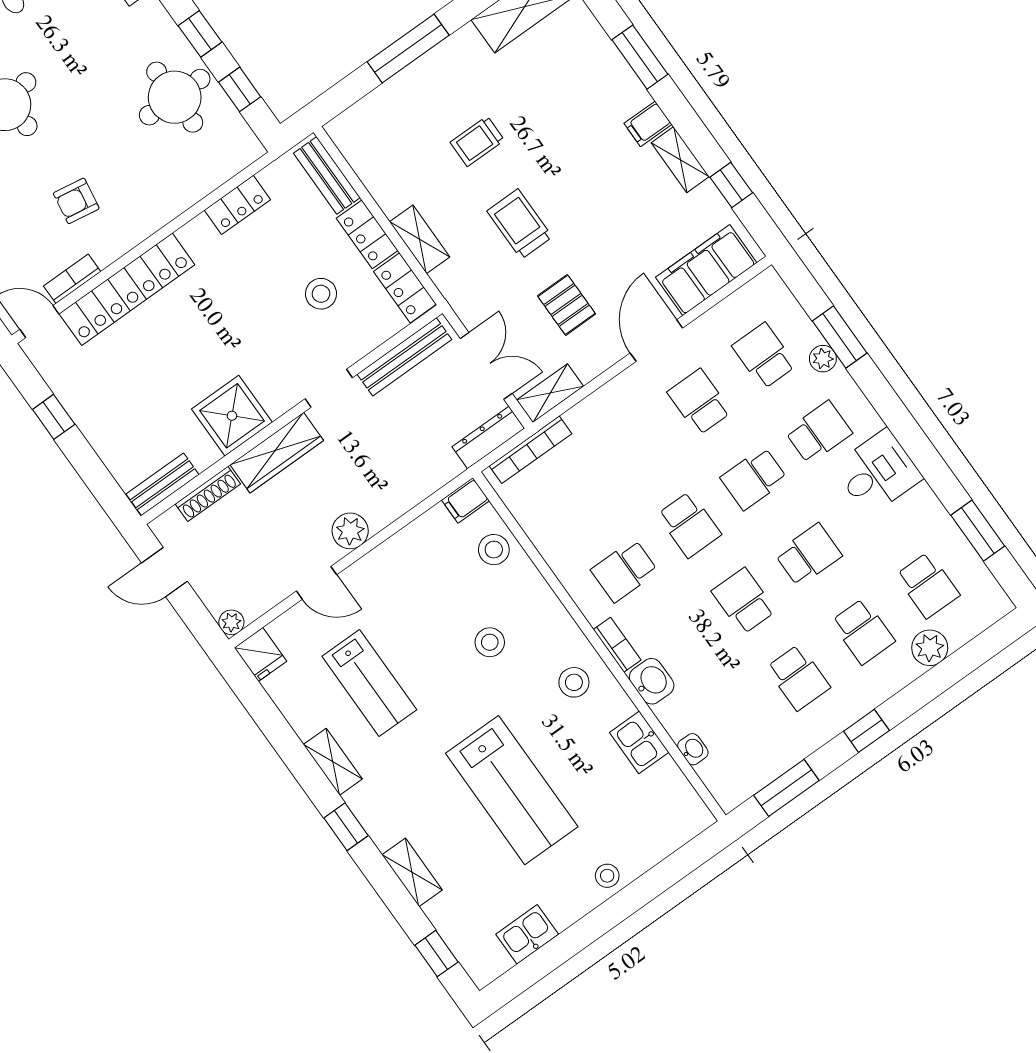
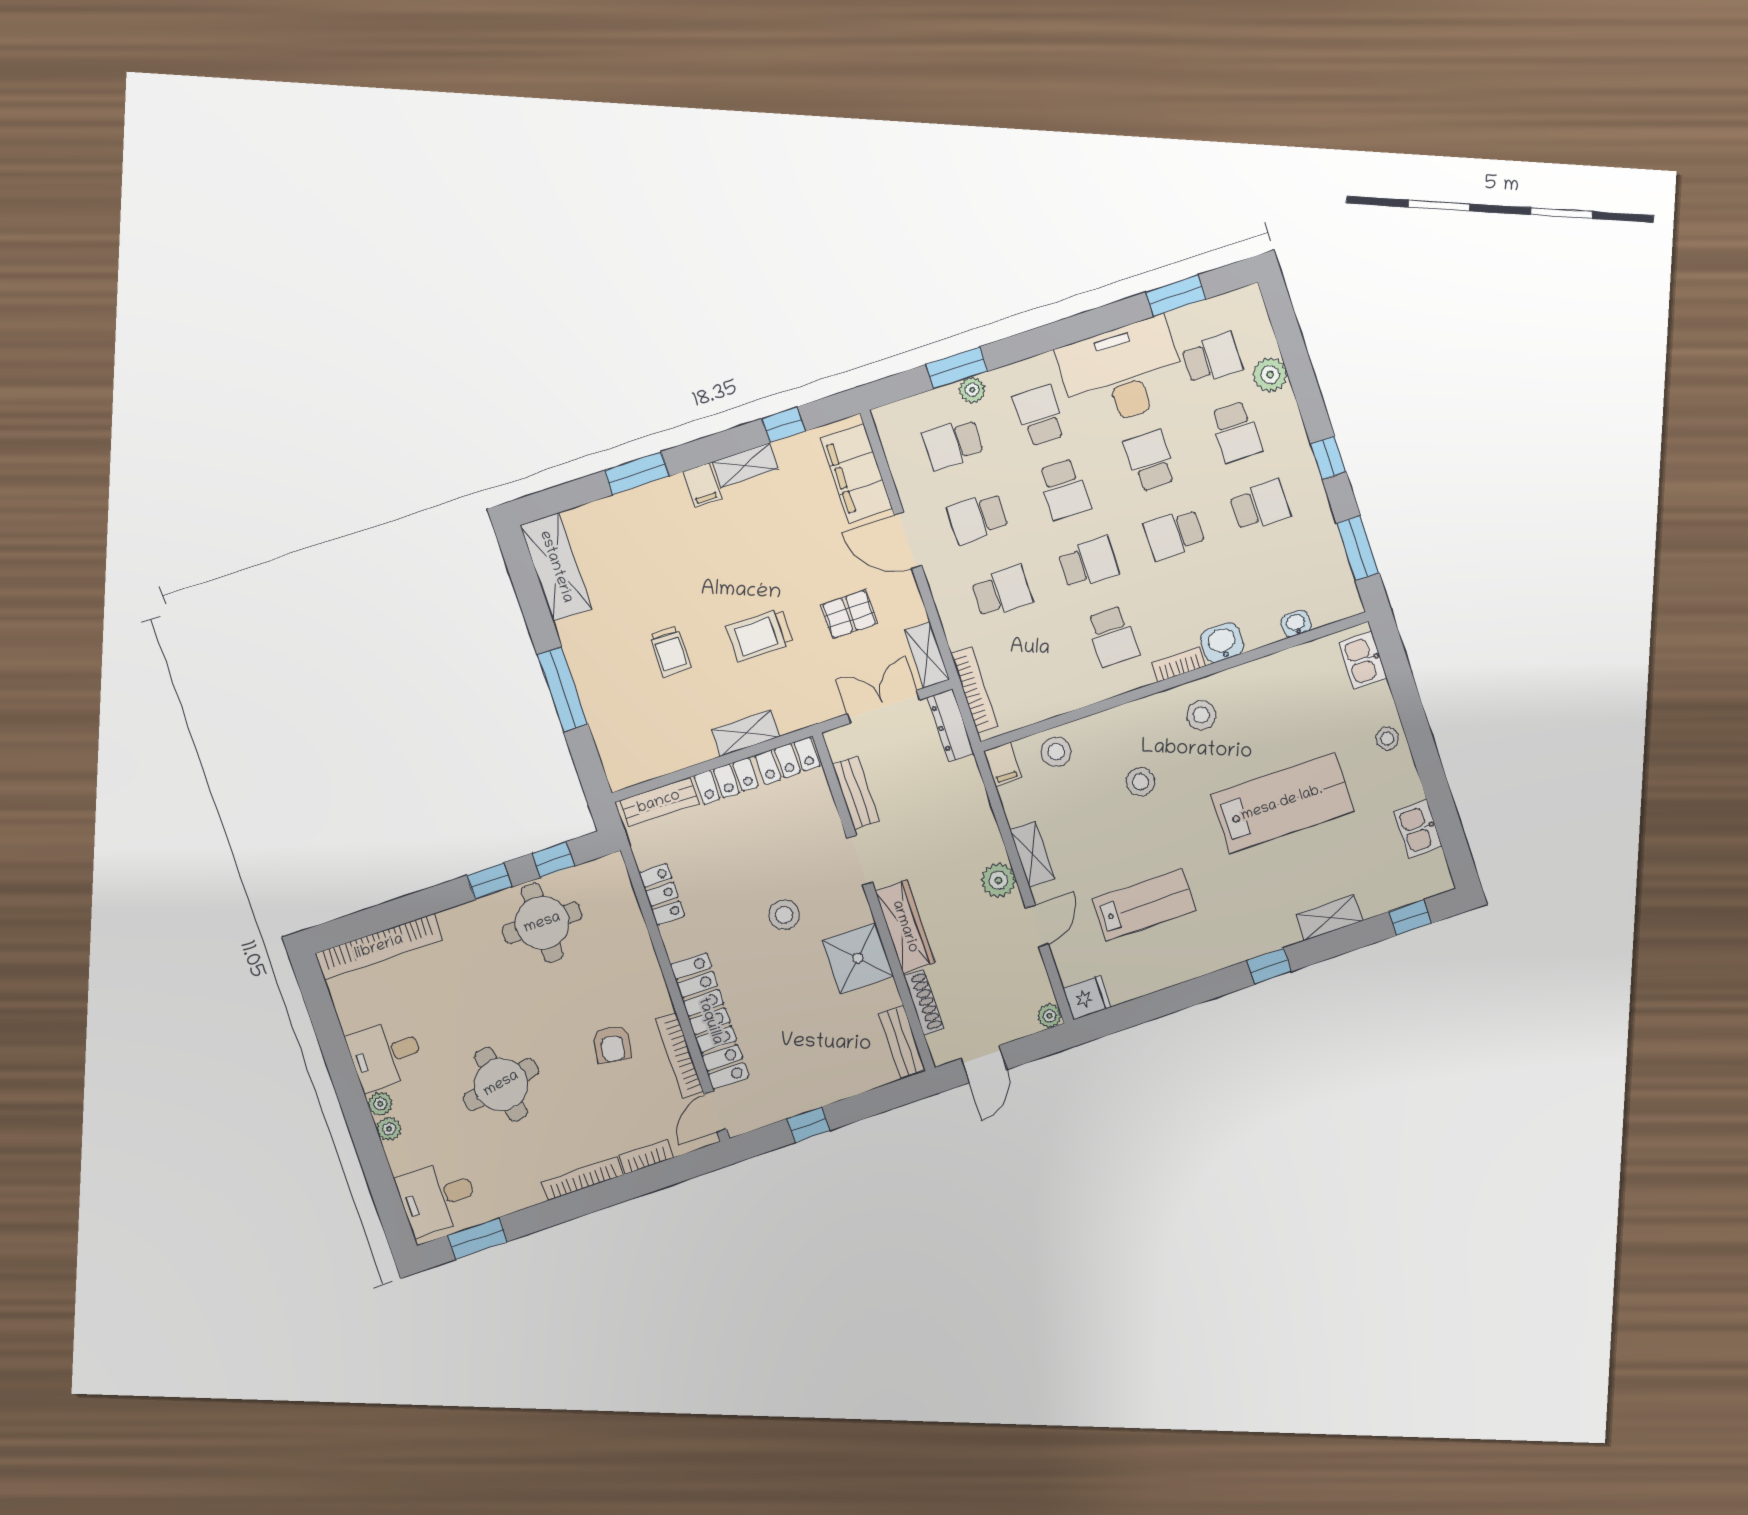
bookcase: (72, 279) -> (680, 1055), width x1.56
stool: (321, 294) -> (784, 915), moved
bench: (404, 357) -> (856, 793), width x0.73
school desk: (635, 448) -> (1002, 592), added
desk: (878, 472) -> (1122, 373), width x1.87, depth x1.30
school desk: (863, 631) -> (1236, 432), turned 90
kitchen sink: (639, 742) -> (1363, 660), moved, turned 90
shelving: (333, 762) -> (1032, 854), moved, turned 90

